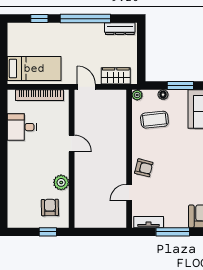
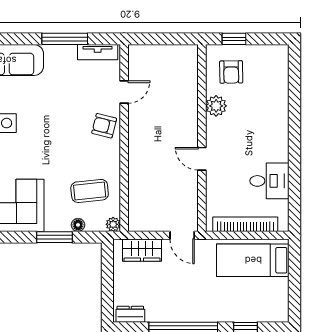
dresser: (120, 29) -> (130, 314), width x0.70

